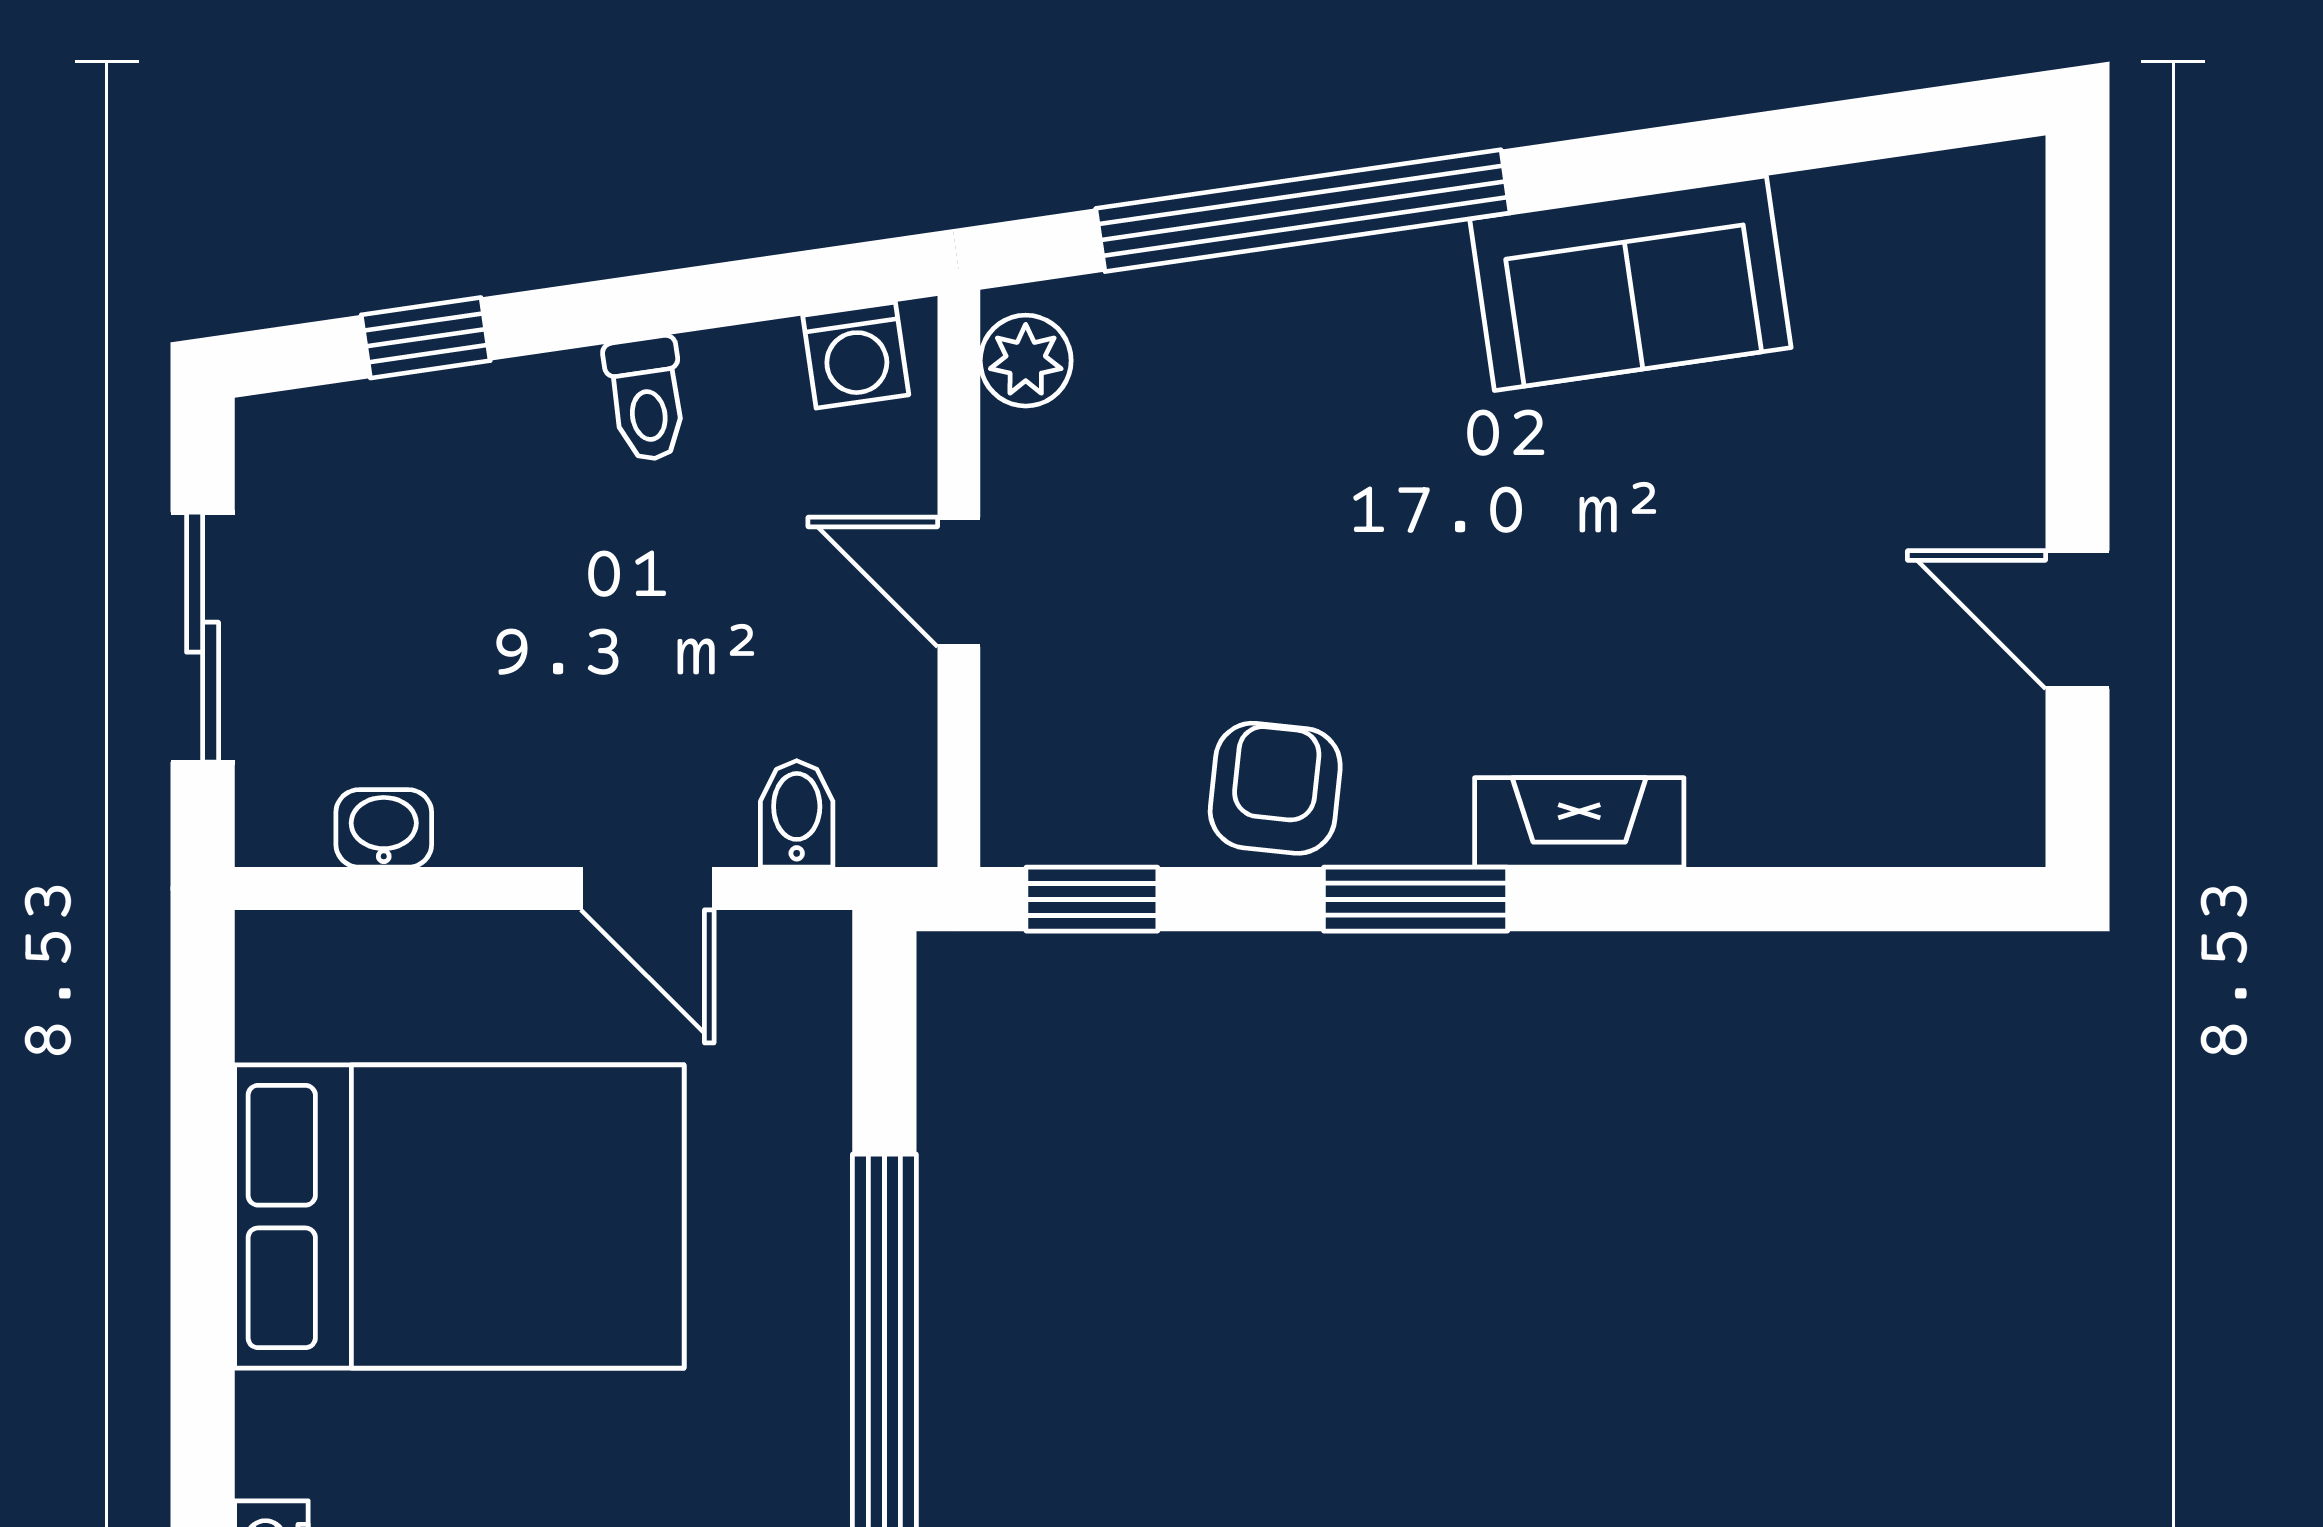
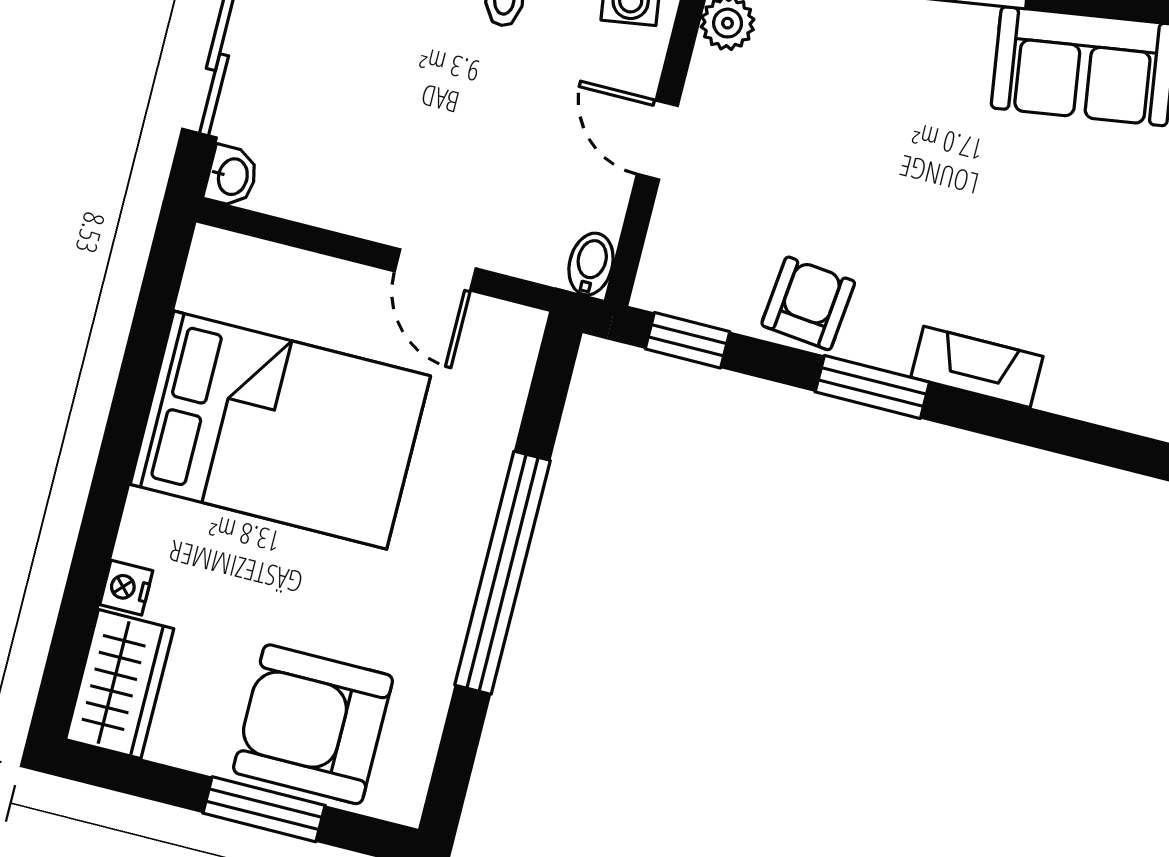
bidet: (797, 814) -> (591, 264), moved
washbasin: (384, 828) -> (231, 176), moved, turned 90

